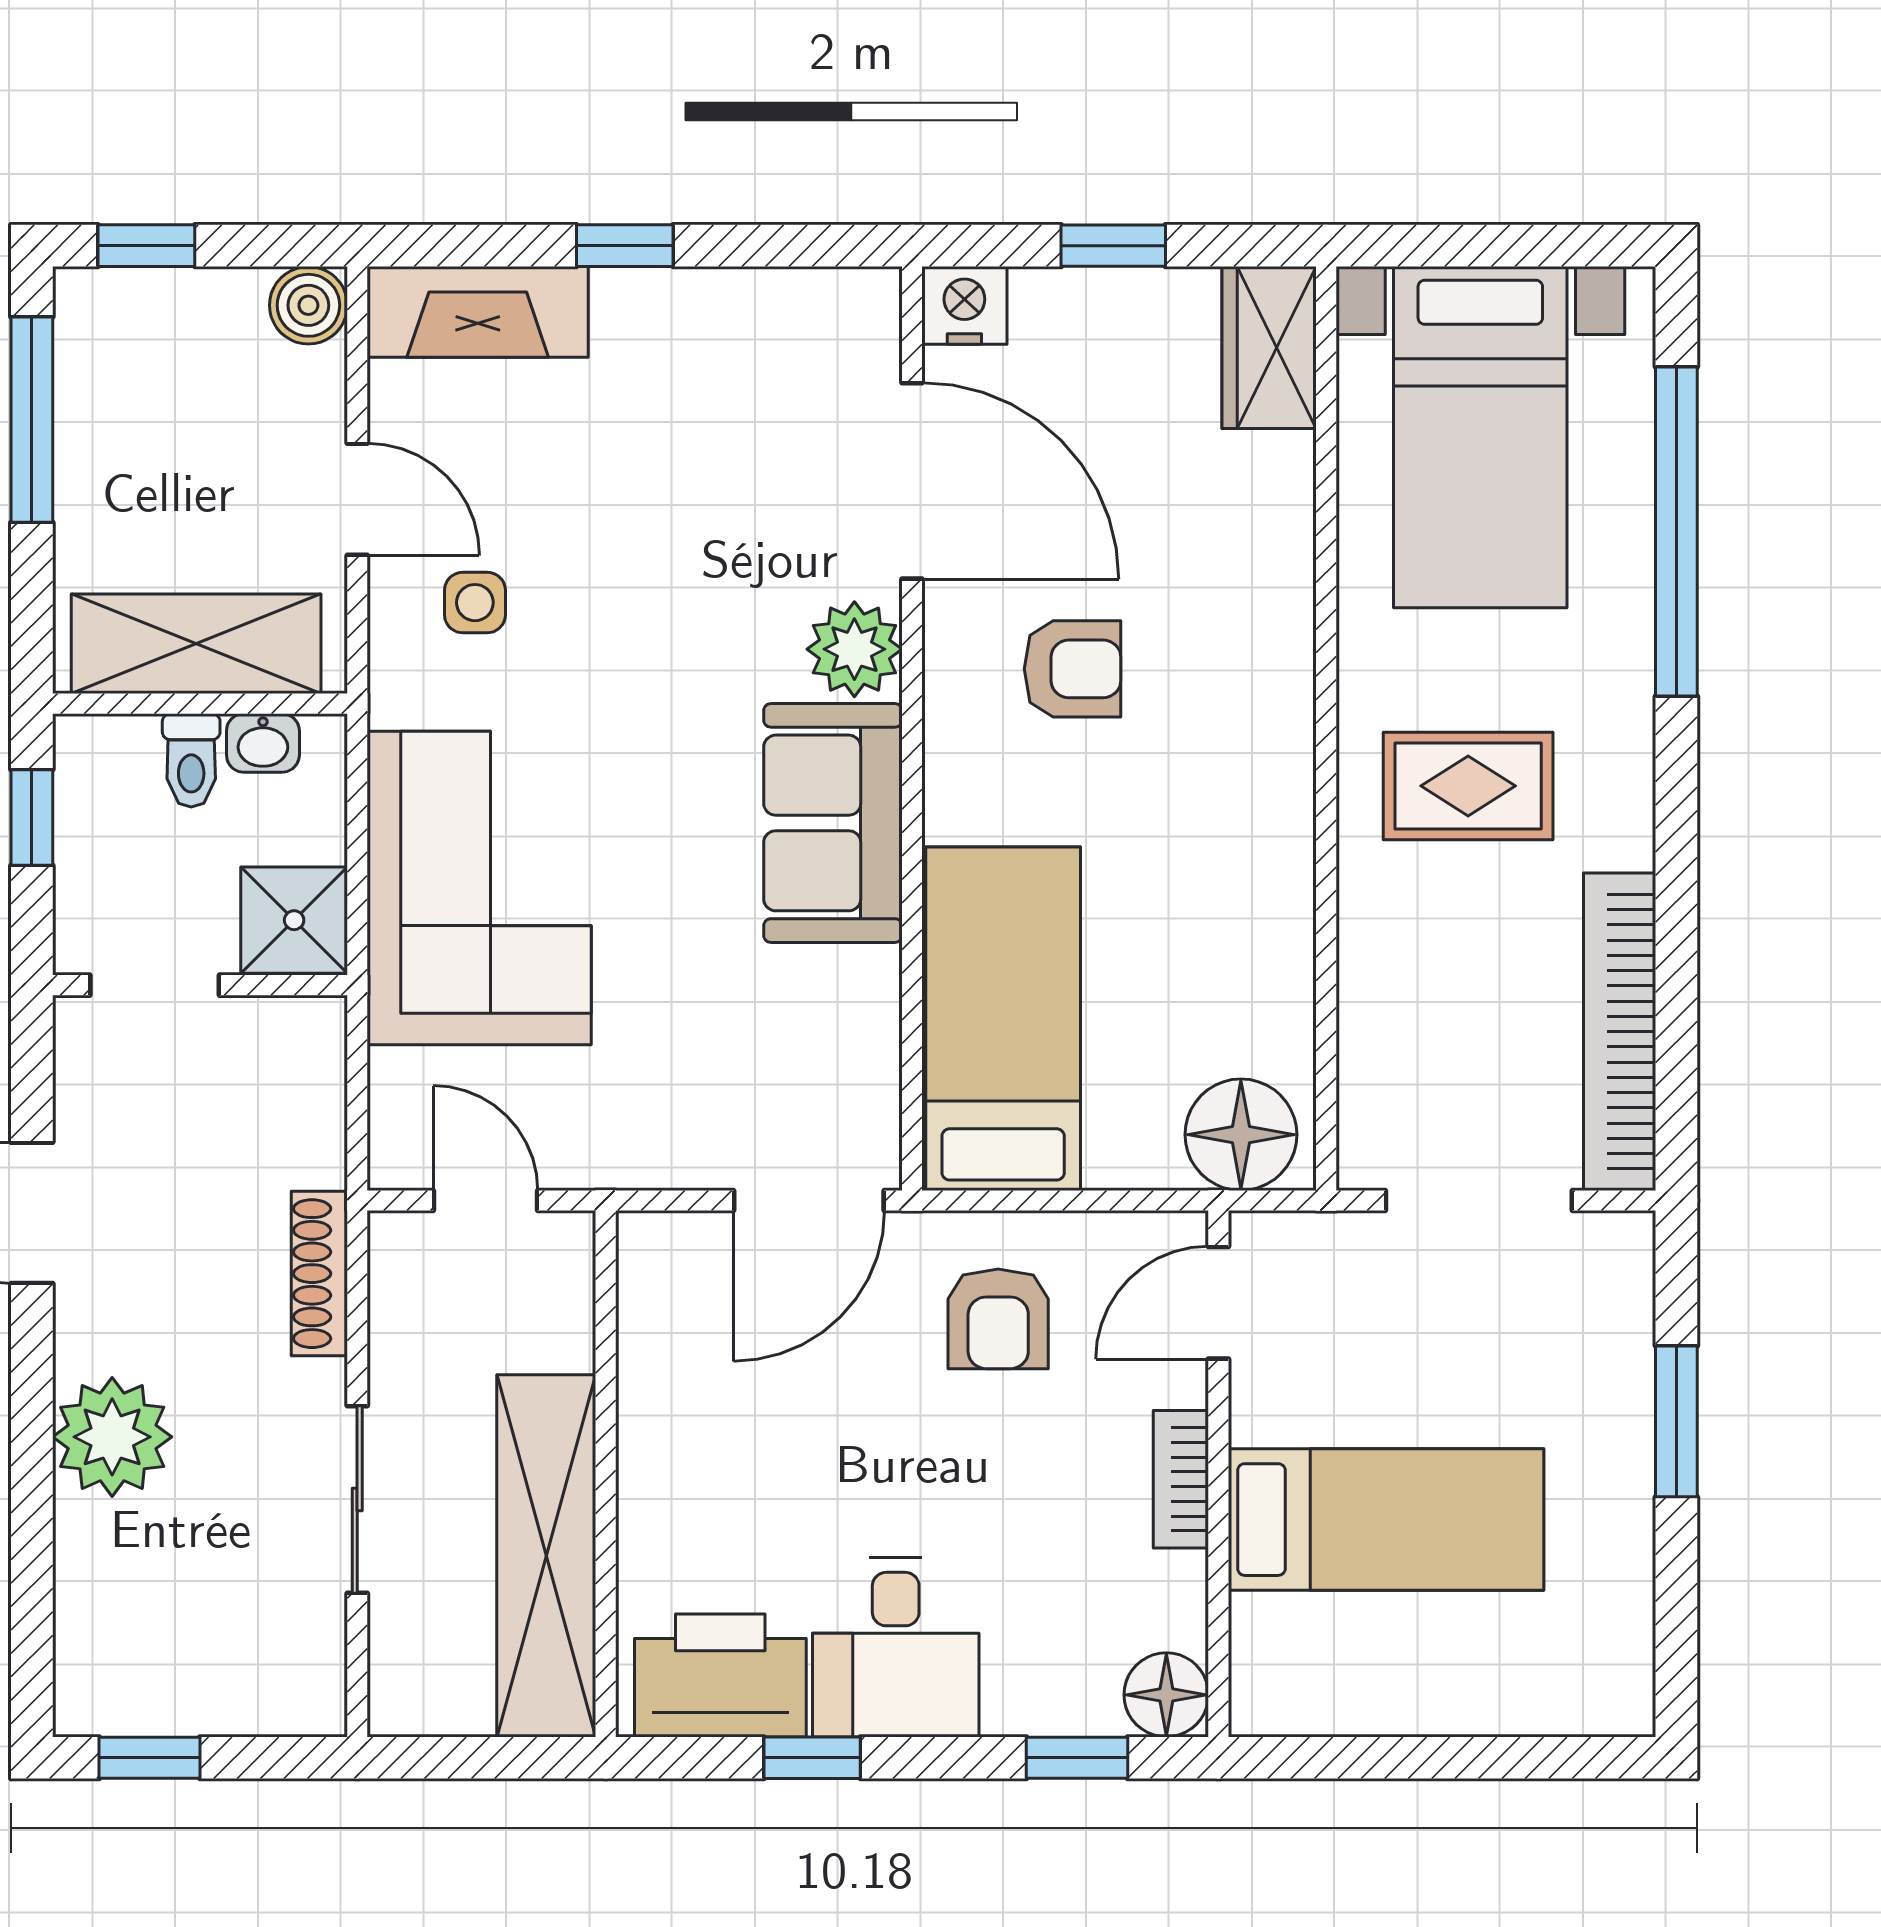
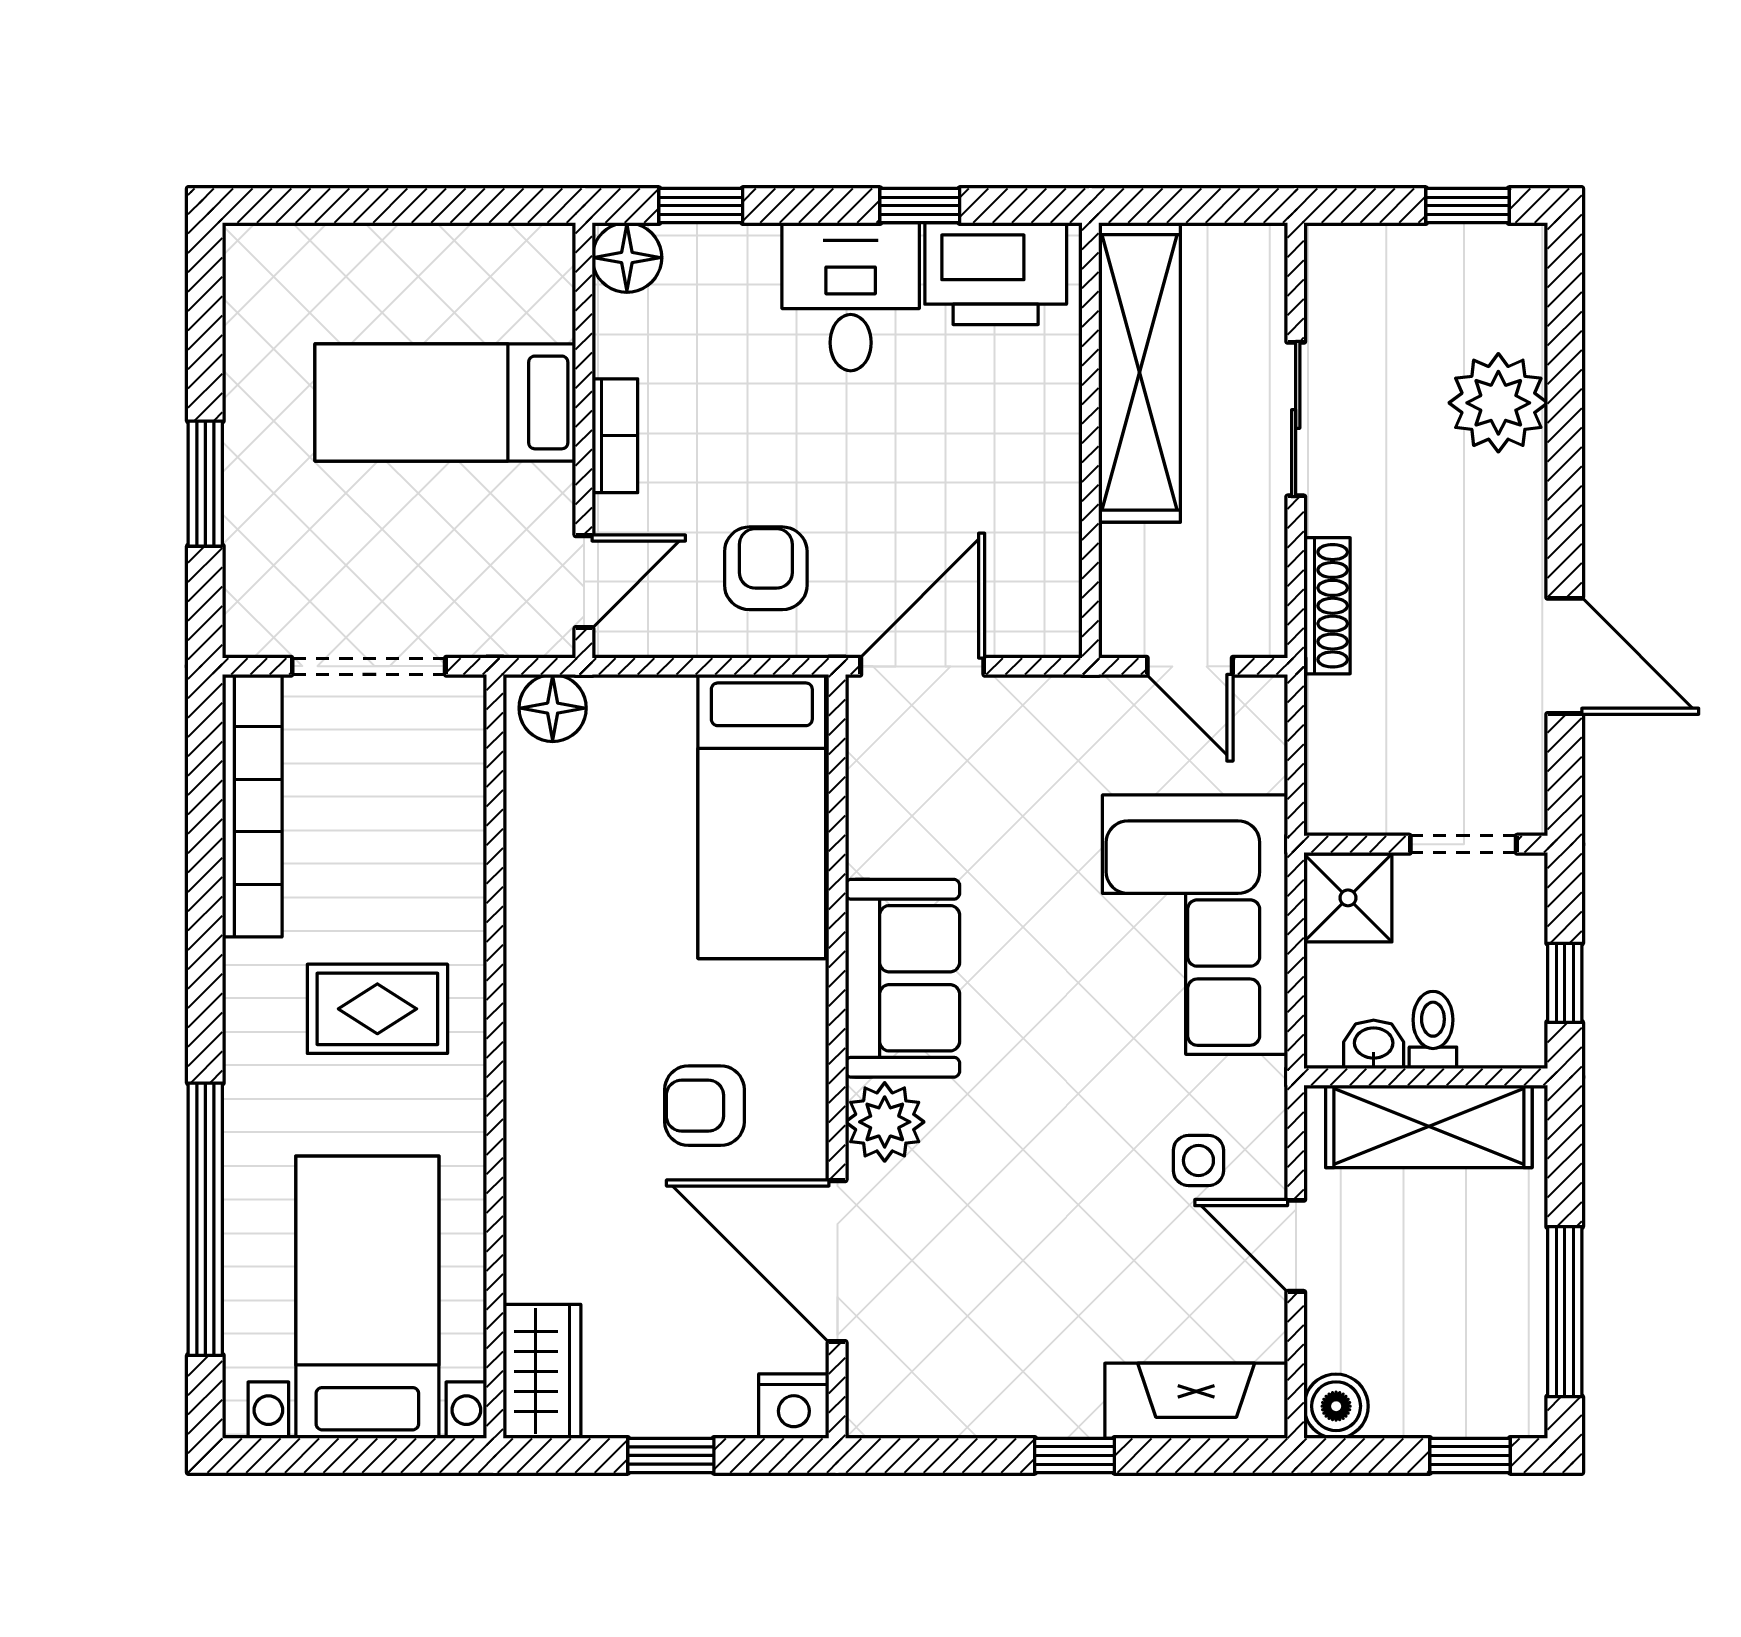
floor lamp: (1241, 1135) -> (553, 708), width x0.73, depth x0.73
plant: (112, 1437) -> (1498, 403), moved

